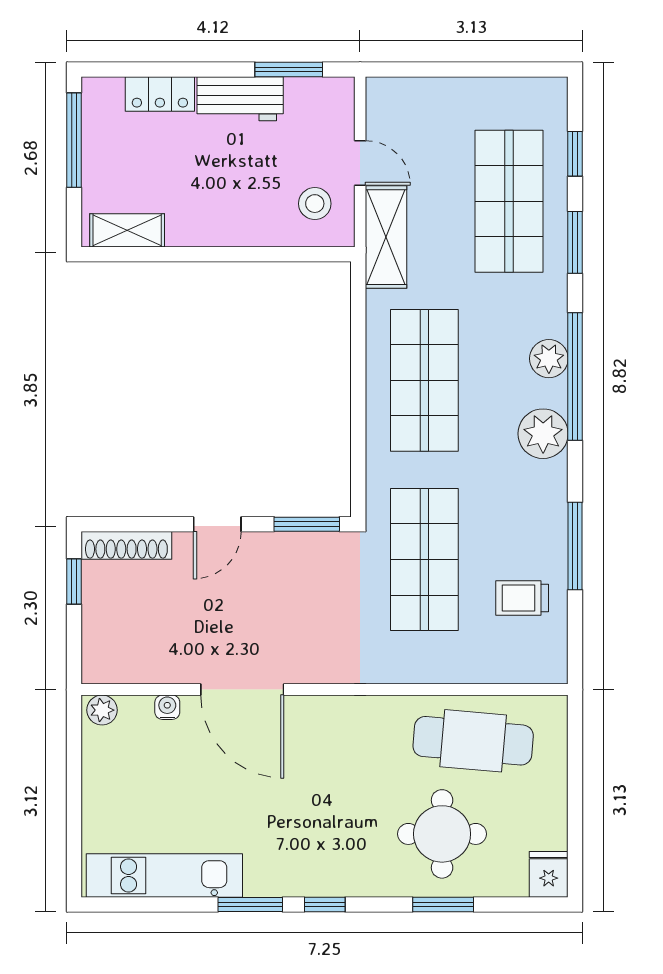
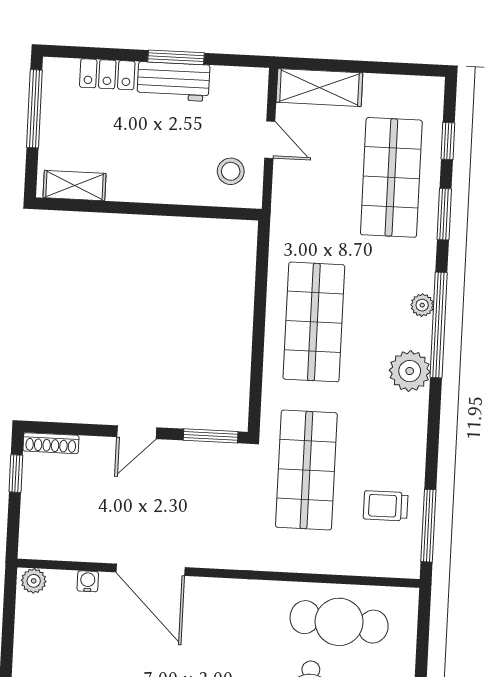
window: (289, 69) -> (176, 57), moved
shelving: (386, 237) -> (319, 88), moved, turned 90
plant: (549, 359) -> (422, 305), width x0.73, depth x0.73
shoe rack: (126, 545) -> (51, 443), width x0.74, depth x0.81
window: (575, 546) -> (428, 526), moved

